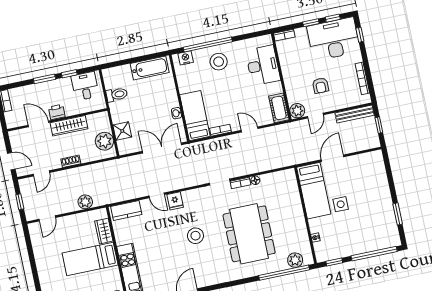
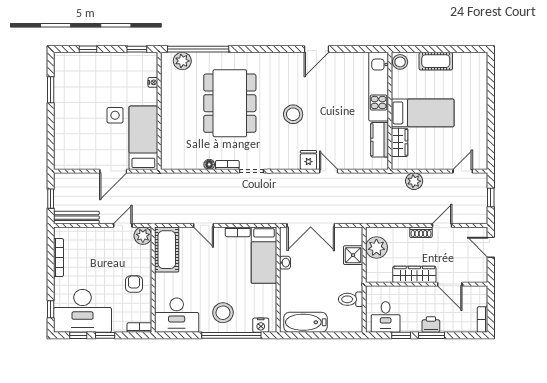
desk: (263, 65) -> (177, 315), moved, turned -90
armchair: (321, 86) -> (134, 284), moved
cot: (279, 108) -> (167, 250), width x1.37, depth x1.34
printer: (57, 112) -> (431, 324), moved, turned 180
door: (41, 173) -> (442, 225), moved
kitchen counter: (126, 210) -> (380, 140), moved, turned -90
window: (374, 254) -> (88, 49), width x0.32

